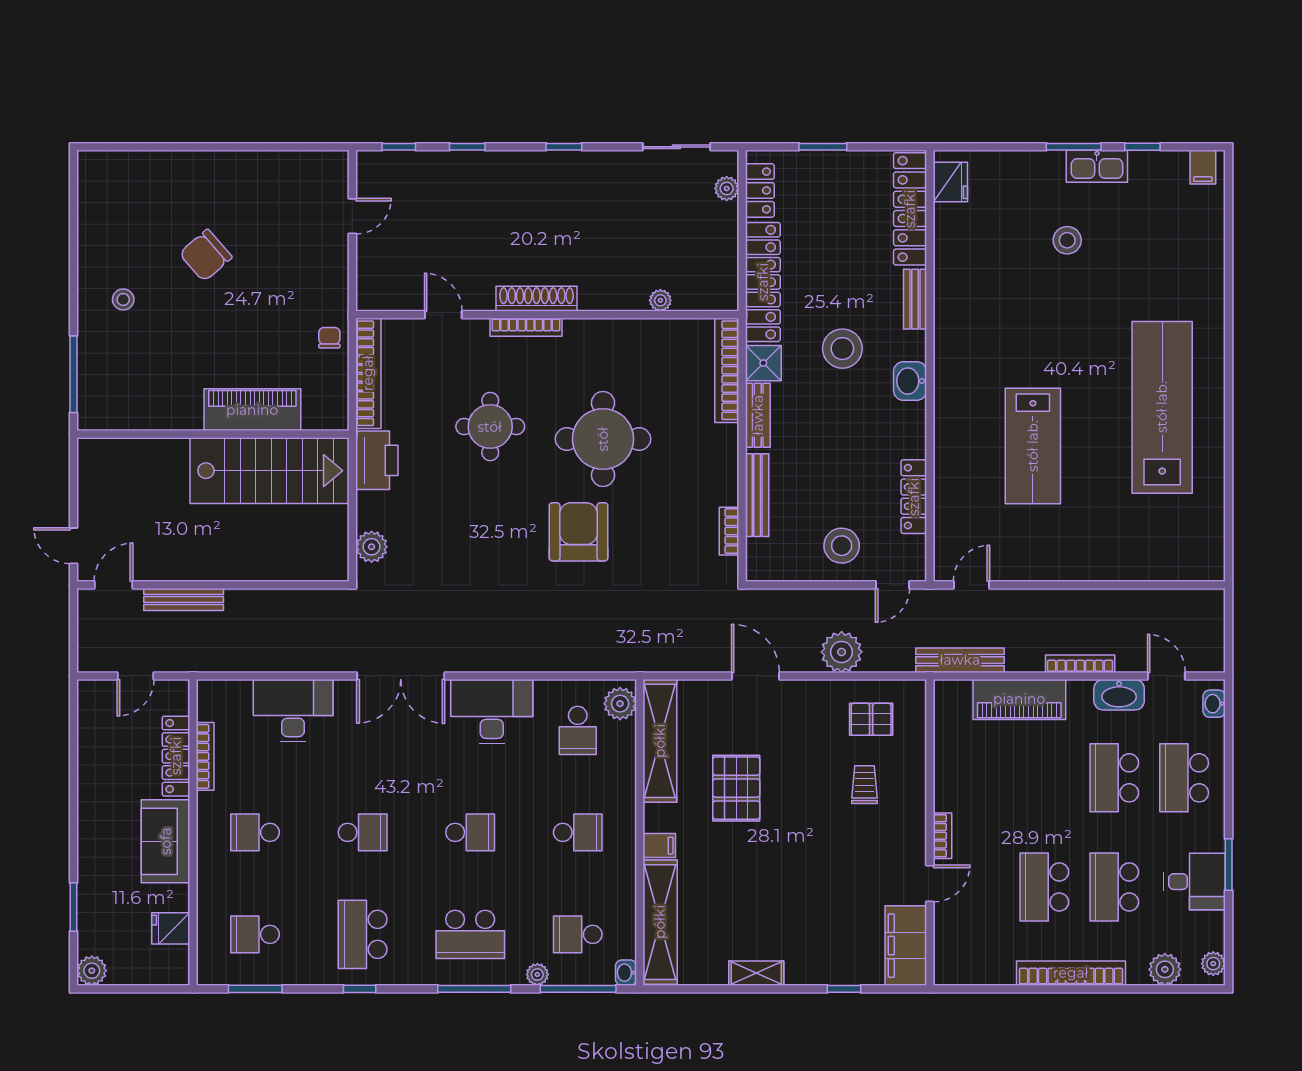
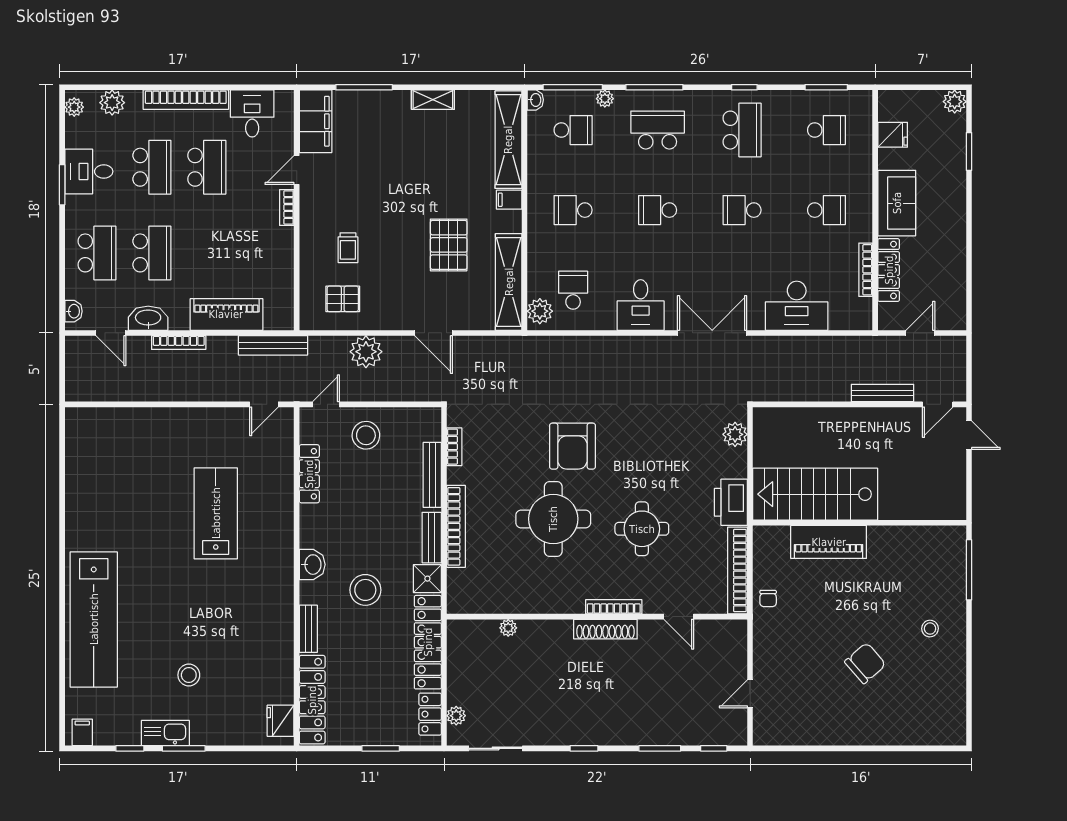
window: (467, 147) -> (660, 748), width x1.50
bookcase: (727, 370) -> (456, 526), moved
lab bench: (1162, 407) -> (94, 619), moved
desk: (492, 712) -> (641, 305), width x0.73
desk: (987, 955) -> (252, 113), added
window: (844, 989) -> (364, 87), width x2.17

